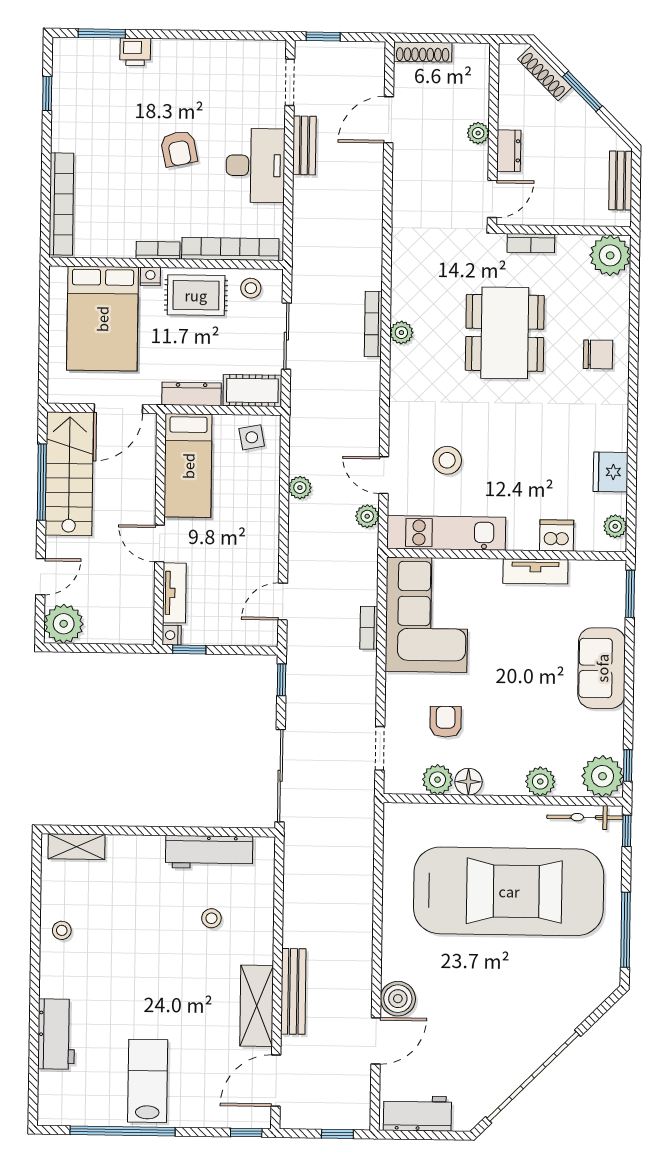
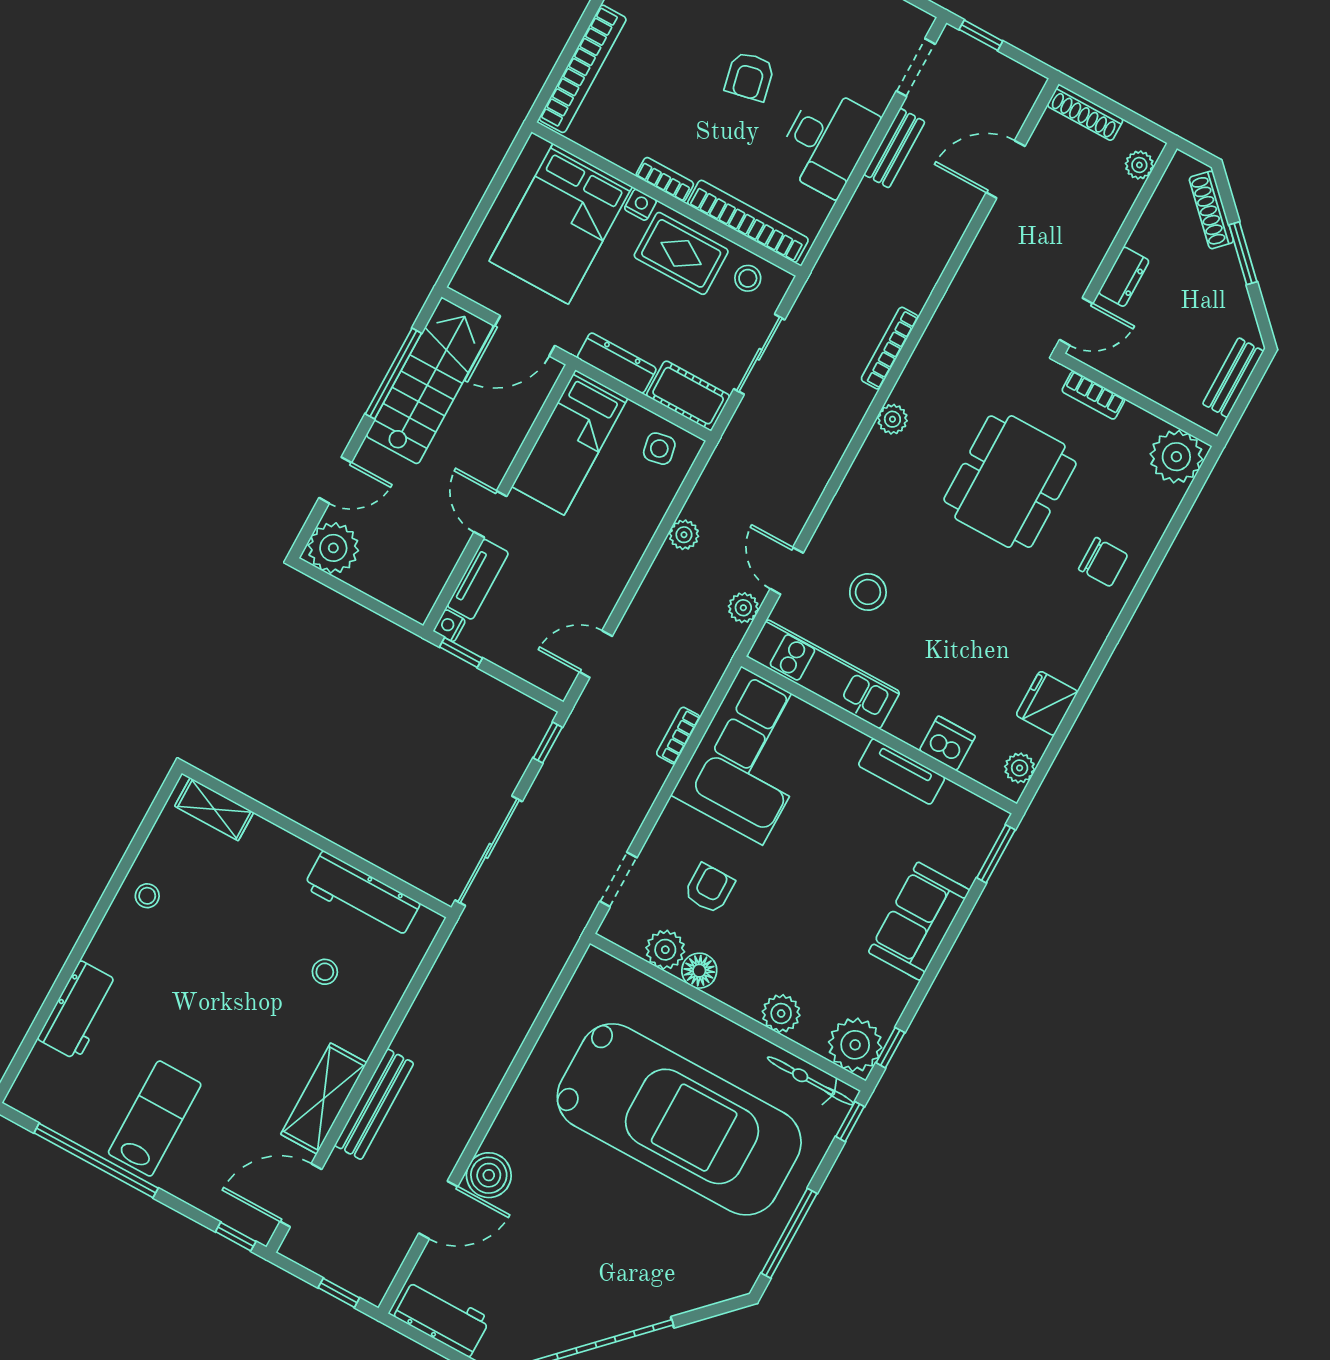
plant: (478, 133) -> (1139, 165), moved
bookcase: (373, 324) -> (890, 348), moved

